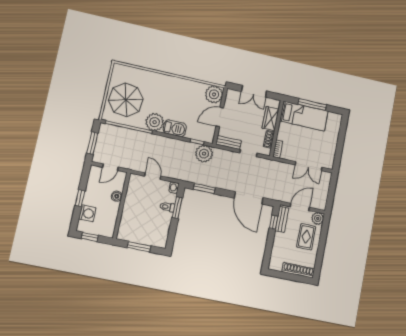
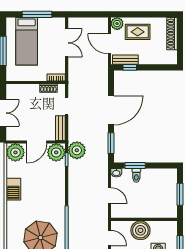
bed: (304, 116) -> (27, 41), moved, turned 180
door: (220, 117) -> (37, 142), hinge flipped
wardrobe: (271, 119) -> (27, 91), removed
plant: (155, 122) -> (56, 152), moved
barbecue: (175, 128) -> (13, 189), moved, turned 180
window: (340, 144) -> (37, 14), added
door: (153, 176) -> (109, 196), swing flipped
boiler: (117, 196) -> (140, 230), width x1.86, depth x1.86
door: (249, 198) -> (111, 110), moved

